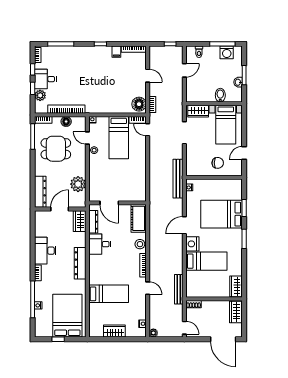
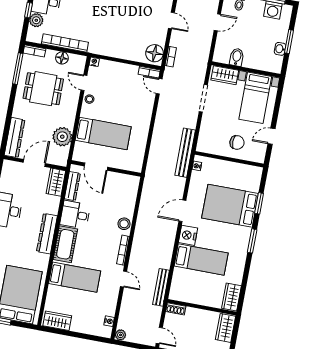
bidet: (220, 95) -> (237, 57), moved
bed: (119, 138) -> (103, 133), moved, turned -90
cot: (139, 218) -> (65, 244), moved
wardrobe: (114, 331) -> (57, 321), moved

